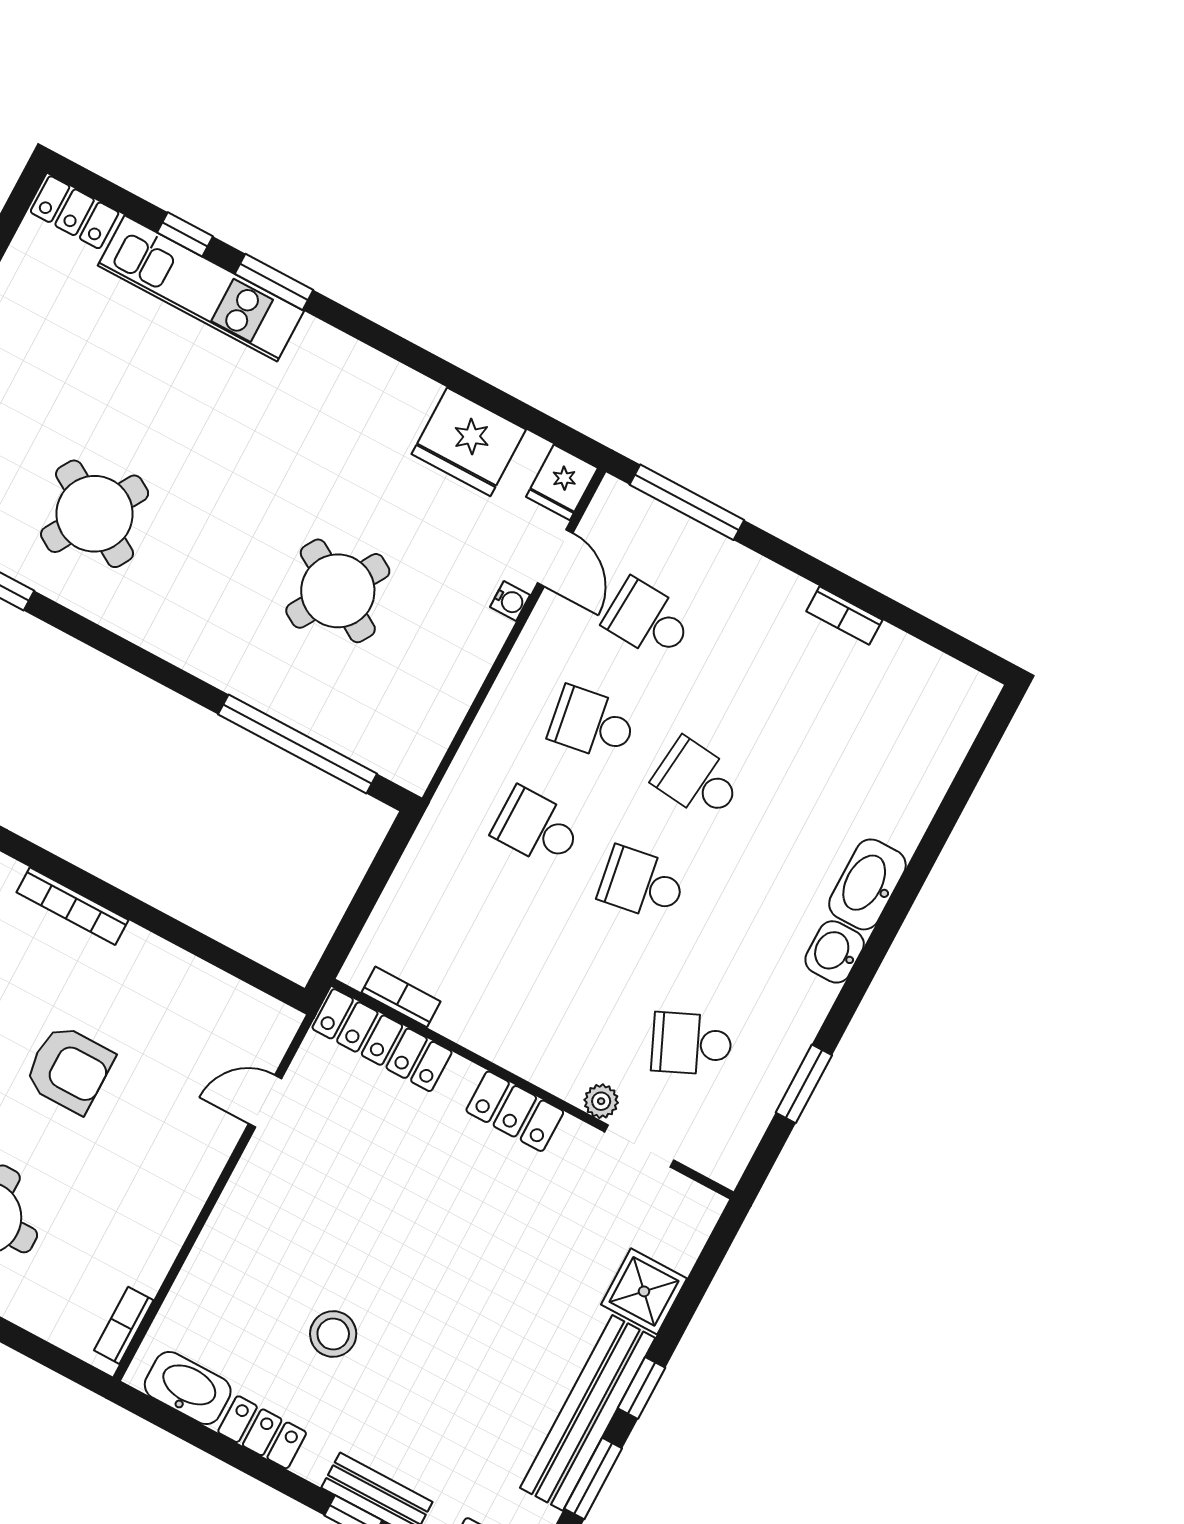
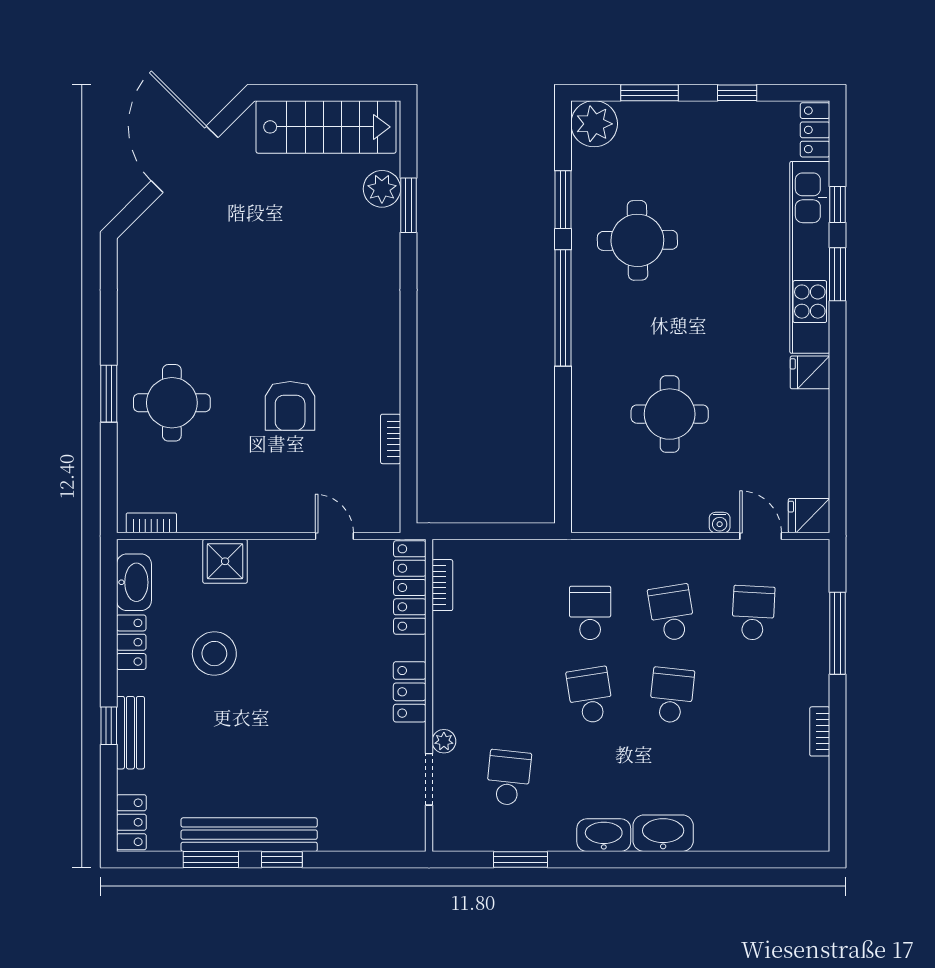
kitchen unit: (201, 288) -> (810, 257), width x1.36
fridge: (469, 442) -> (810, 372), moved, width x0.53, depth x0.75
window: (687, 502) -> (838, 633), moved
round table: (95, 514) -> (637, 240), turned -32
door: (555, 558) -> (761, 536), swing flipped
round table: (338, 591) -> (670, 414), turned -31
window: (297, 744) -> (563, 308), moved
bookcase: (72, 906) -> (391, 439), moved, width x0.64
washbasin: (835, 952) -> (604, 835), width x1.38
school desk: (692, 1044) -> (509, 778), turned 30
shower: (644, 1291) -> (225, 561), moved
stool: (333, 1334) -> (214, 654), width x1.38, depth x1.38

